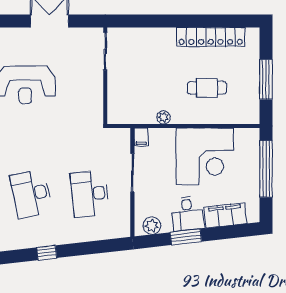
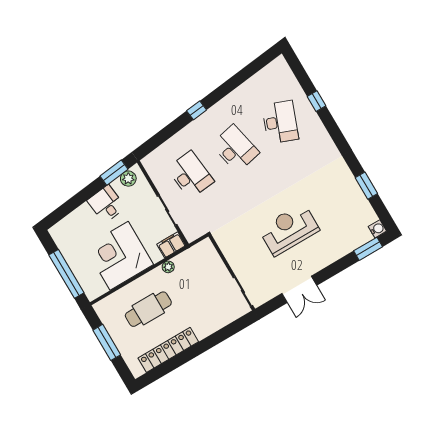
cafe table: (207, 88) -> (148, 309), width x1.37, depth x1.35
filing cabinet: (141, 137) -> (171, 245), width x2.00
filing cabinet: (225, 215) -> (77, 220), removed
window: (186, 237) -> (114, 173), moved

